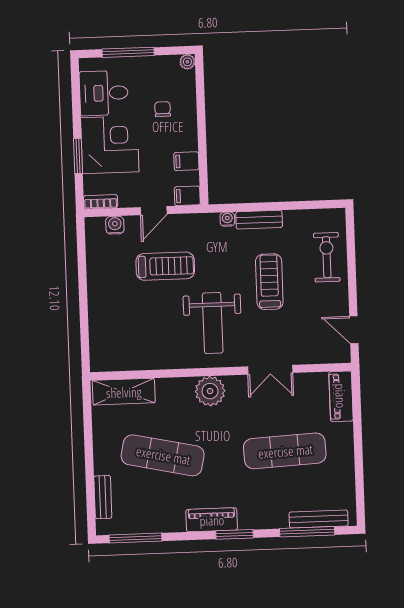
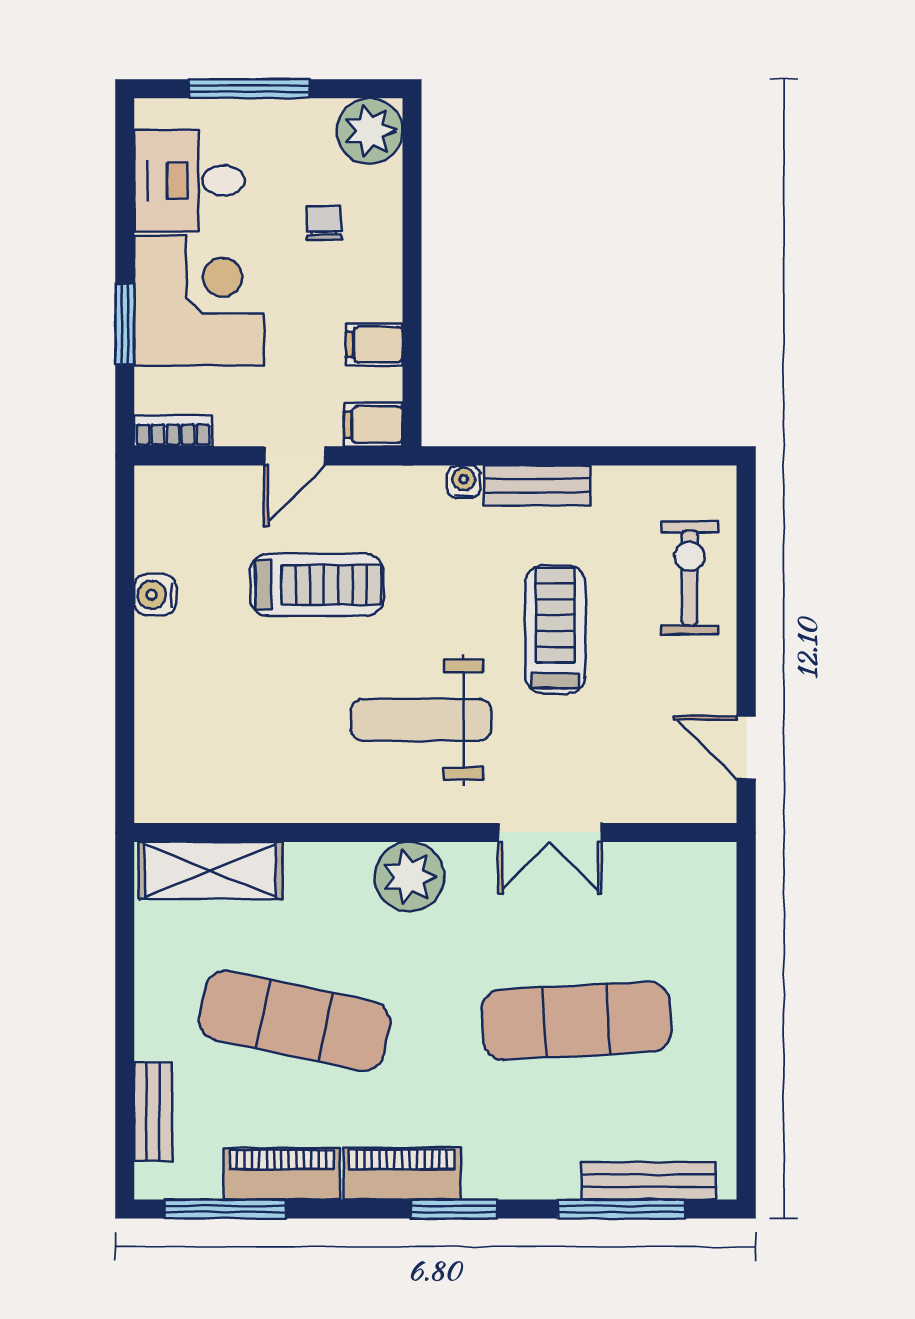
plant: (187, 62) -> (370, 131), width x1.88, depth x1.88
water cooler: (115, 225) -> (155, 595), moved, turned -90
weight bench: (213, 323) -> (421, 720), turned 90
piano: (341, 396) -> (282, 1174), moved, turned 90

